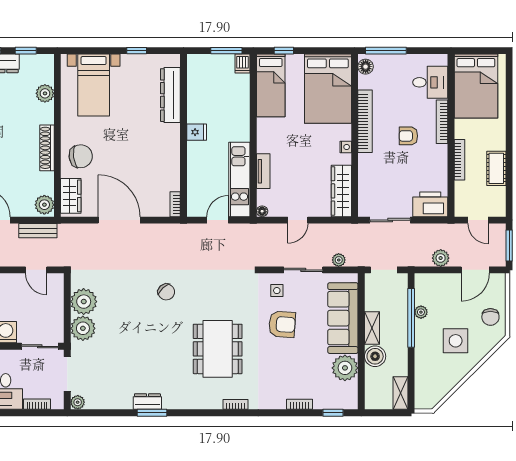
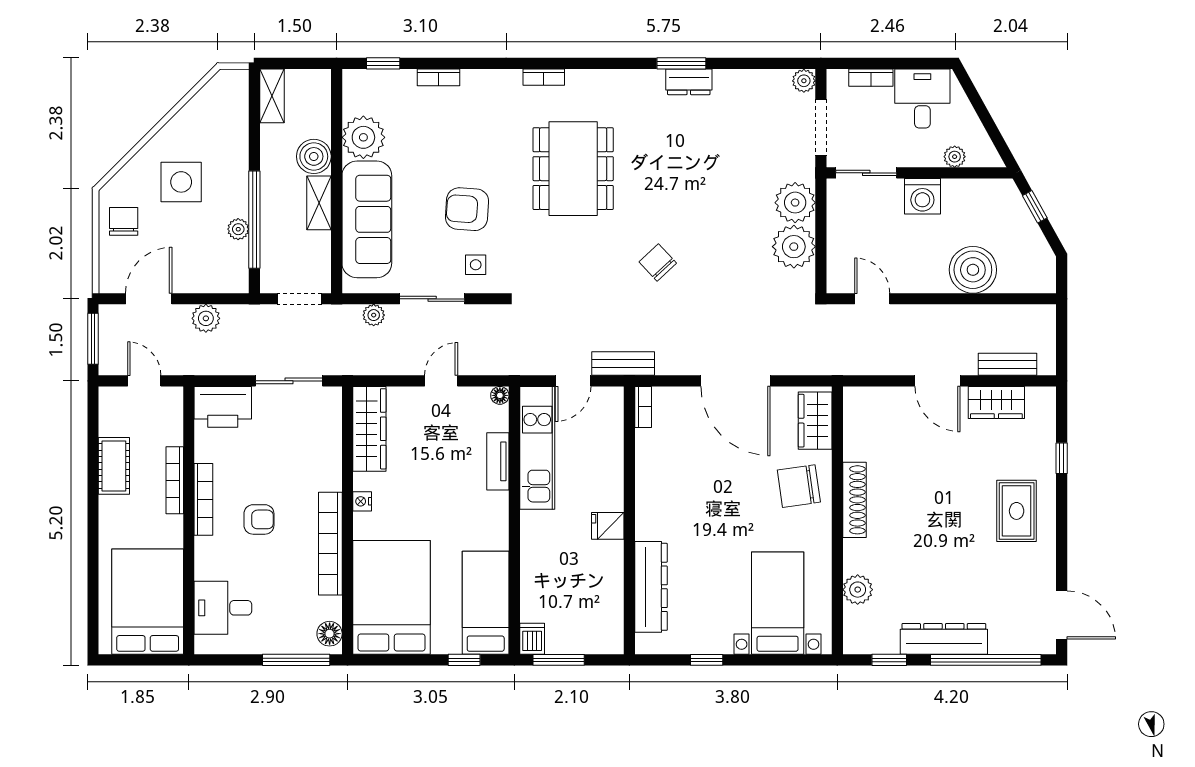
bookcase: (442, 122) -> (203, 499), moved
plant: (44, 205) -> (859, 406), removed
bench: (38, 231) -> (623, 363), moved

